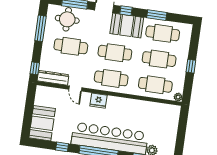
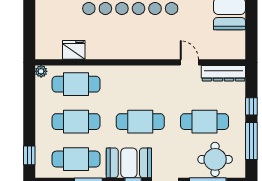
window: (191, 66) -> (29, 155), moved
window: (35, 68) -> (251, 106), moved
cafe table: (111, 78) -> (140, 84), removed
fridge: (98, 101) -> (74, 50), moved

